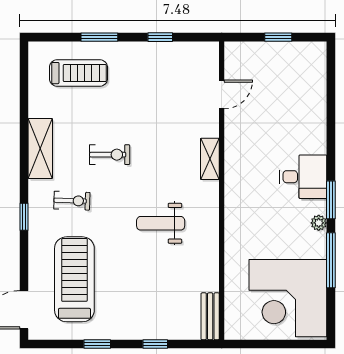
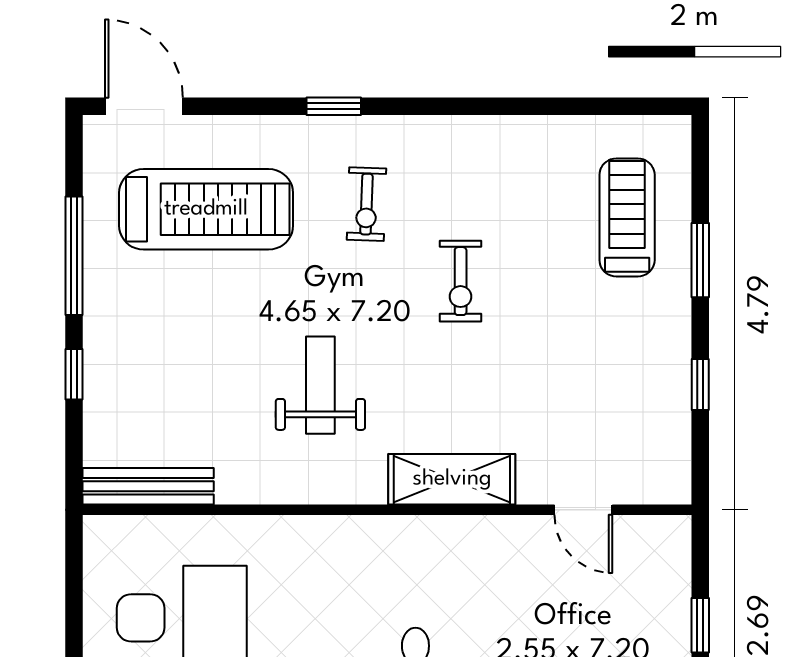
treadmill: (78, 73) -> (627, 217), turned 180
shelving: (40, 149) -> (473, 140), removed
shelving: (210, 159) -> (452, 479), width x1.50, depth x1.33
bench: (210, 316) -> (148, 486), width x1.36
window: (97, 344) -> (74, 256), width x2.17

